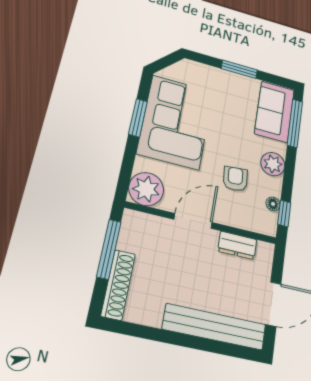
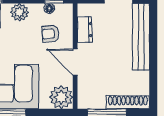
armchair: (235, 179) -> (51, 34), moved

